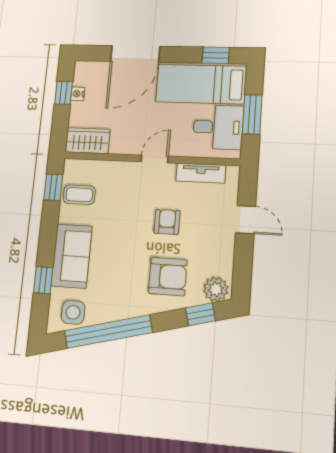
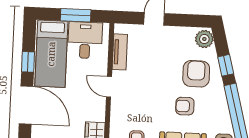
window: (216, 55) -> (28, 62), moved
armchair: (167, 222) -> (185, 106), moved
window: (200, 314) -> (226, 65), moved

